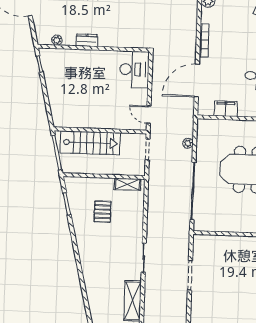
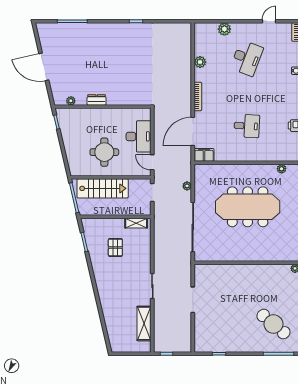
desk: (134, 69) -> (139, 136), moved
round table: (94, 101) -> (104, 152), added
filing cabinet: (226, 109) -> (204, 155), moved

